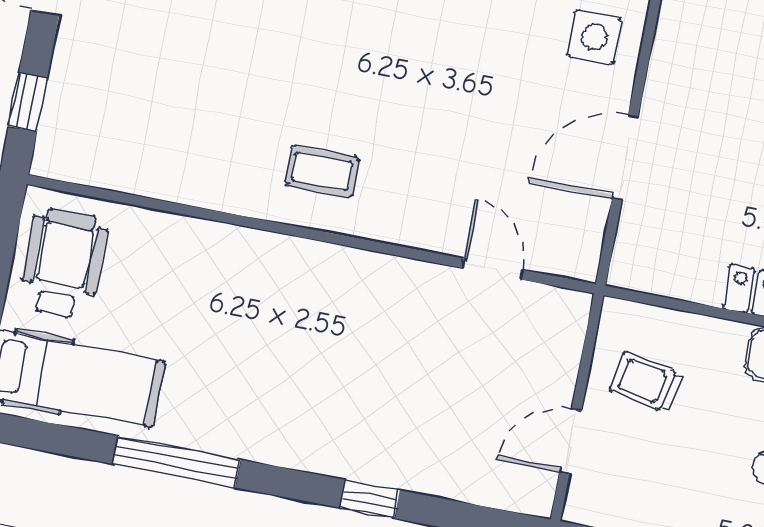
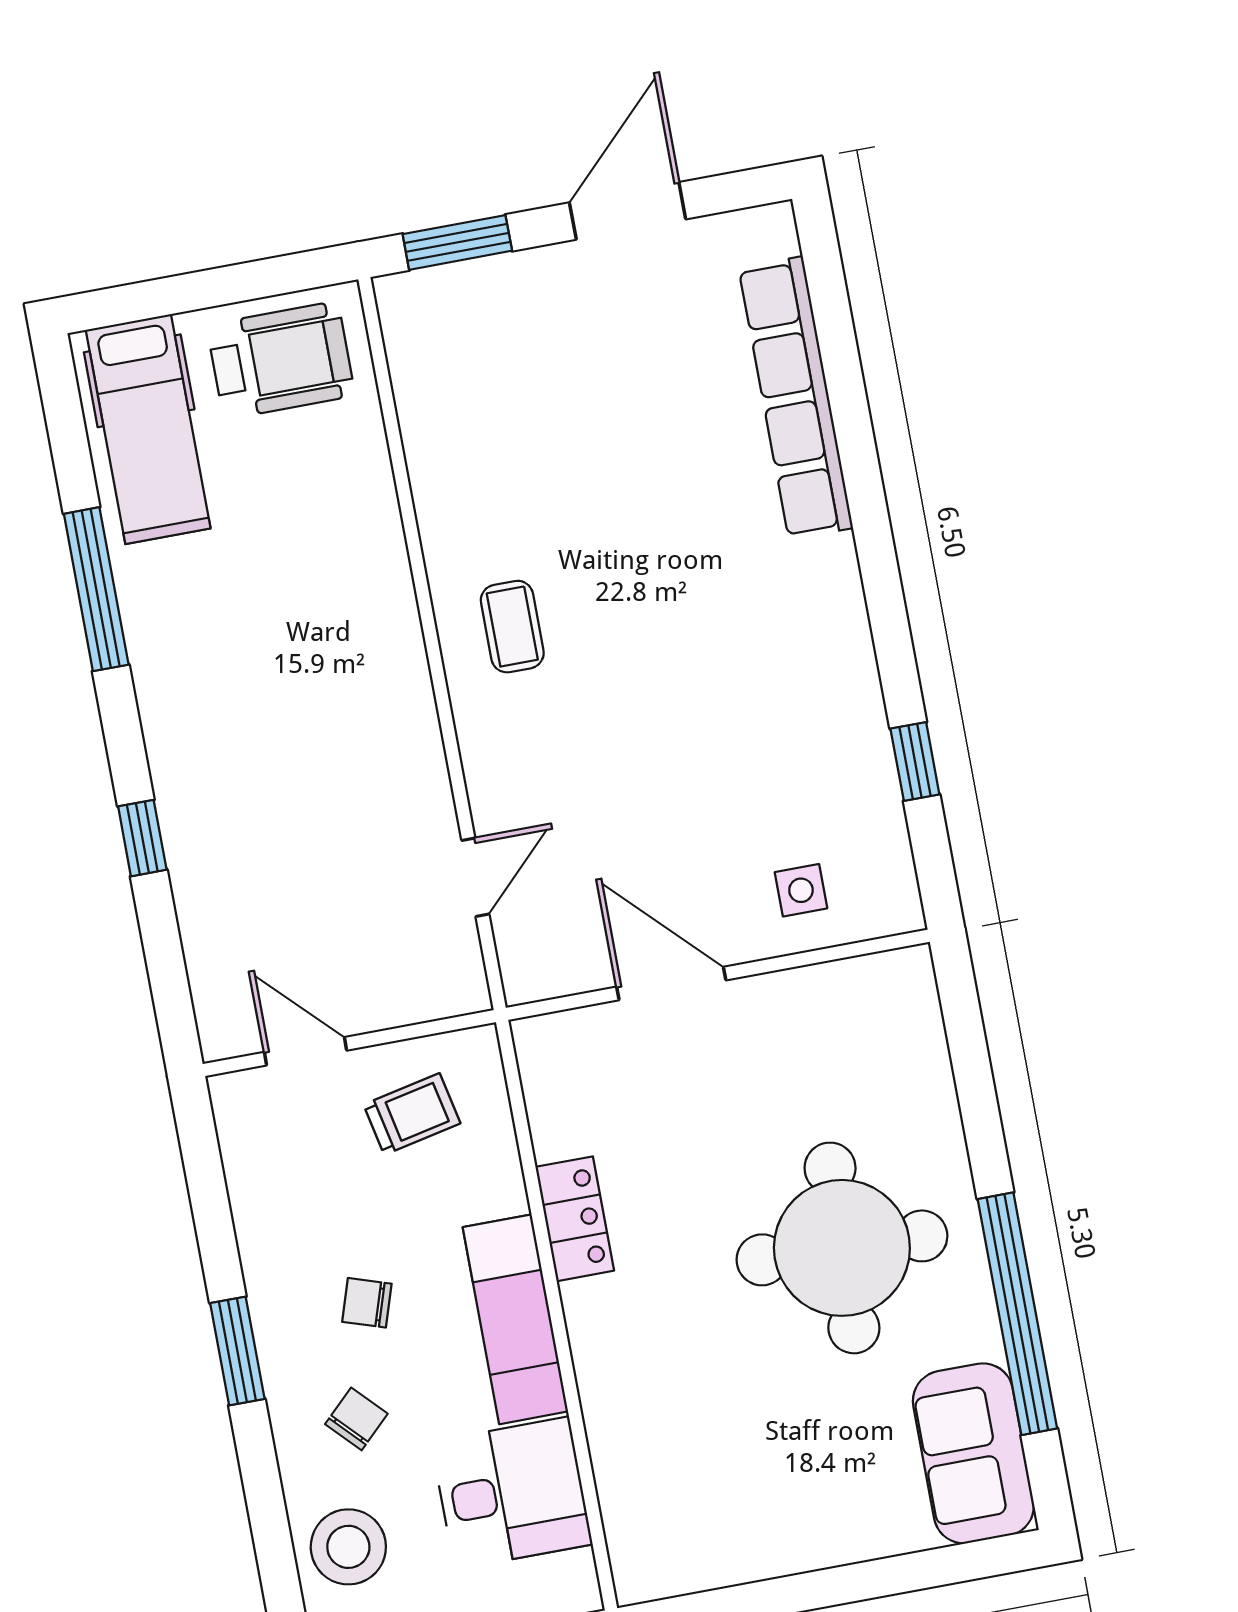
side table: (594, 37) -> (801, 890), width x0.73, depth x0.73
window: (28, 102) -> (457, 242), width x1.50
trolley: (646, 382) -> (412, 1114), turned 67

